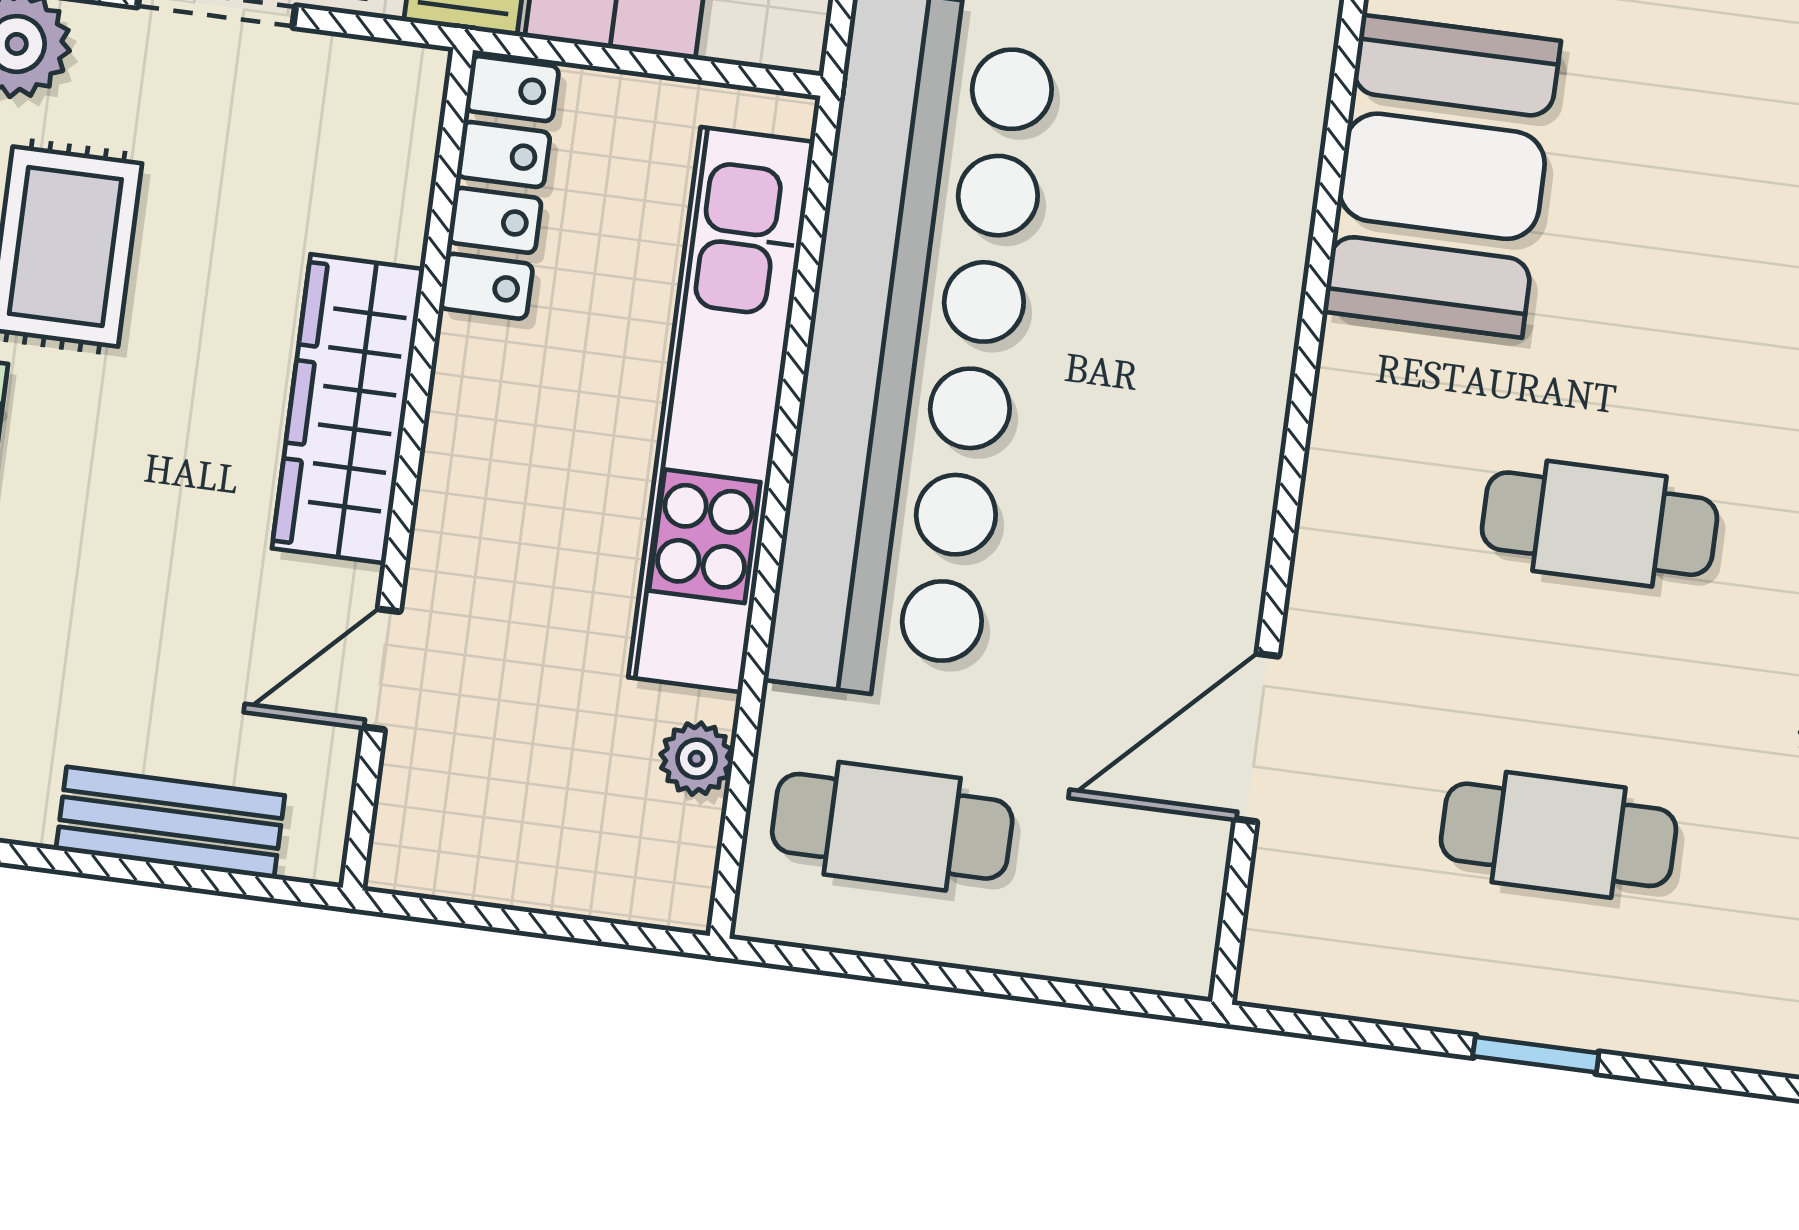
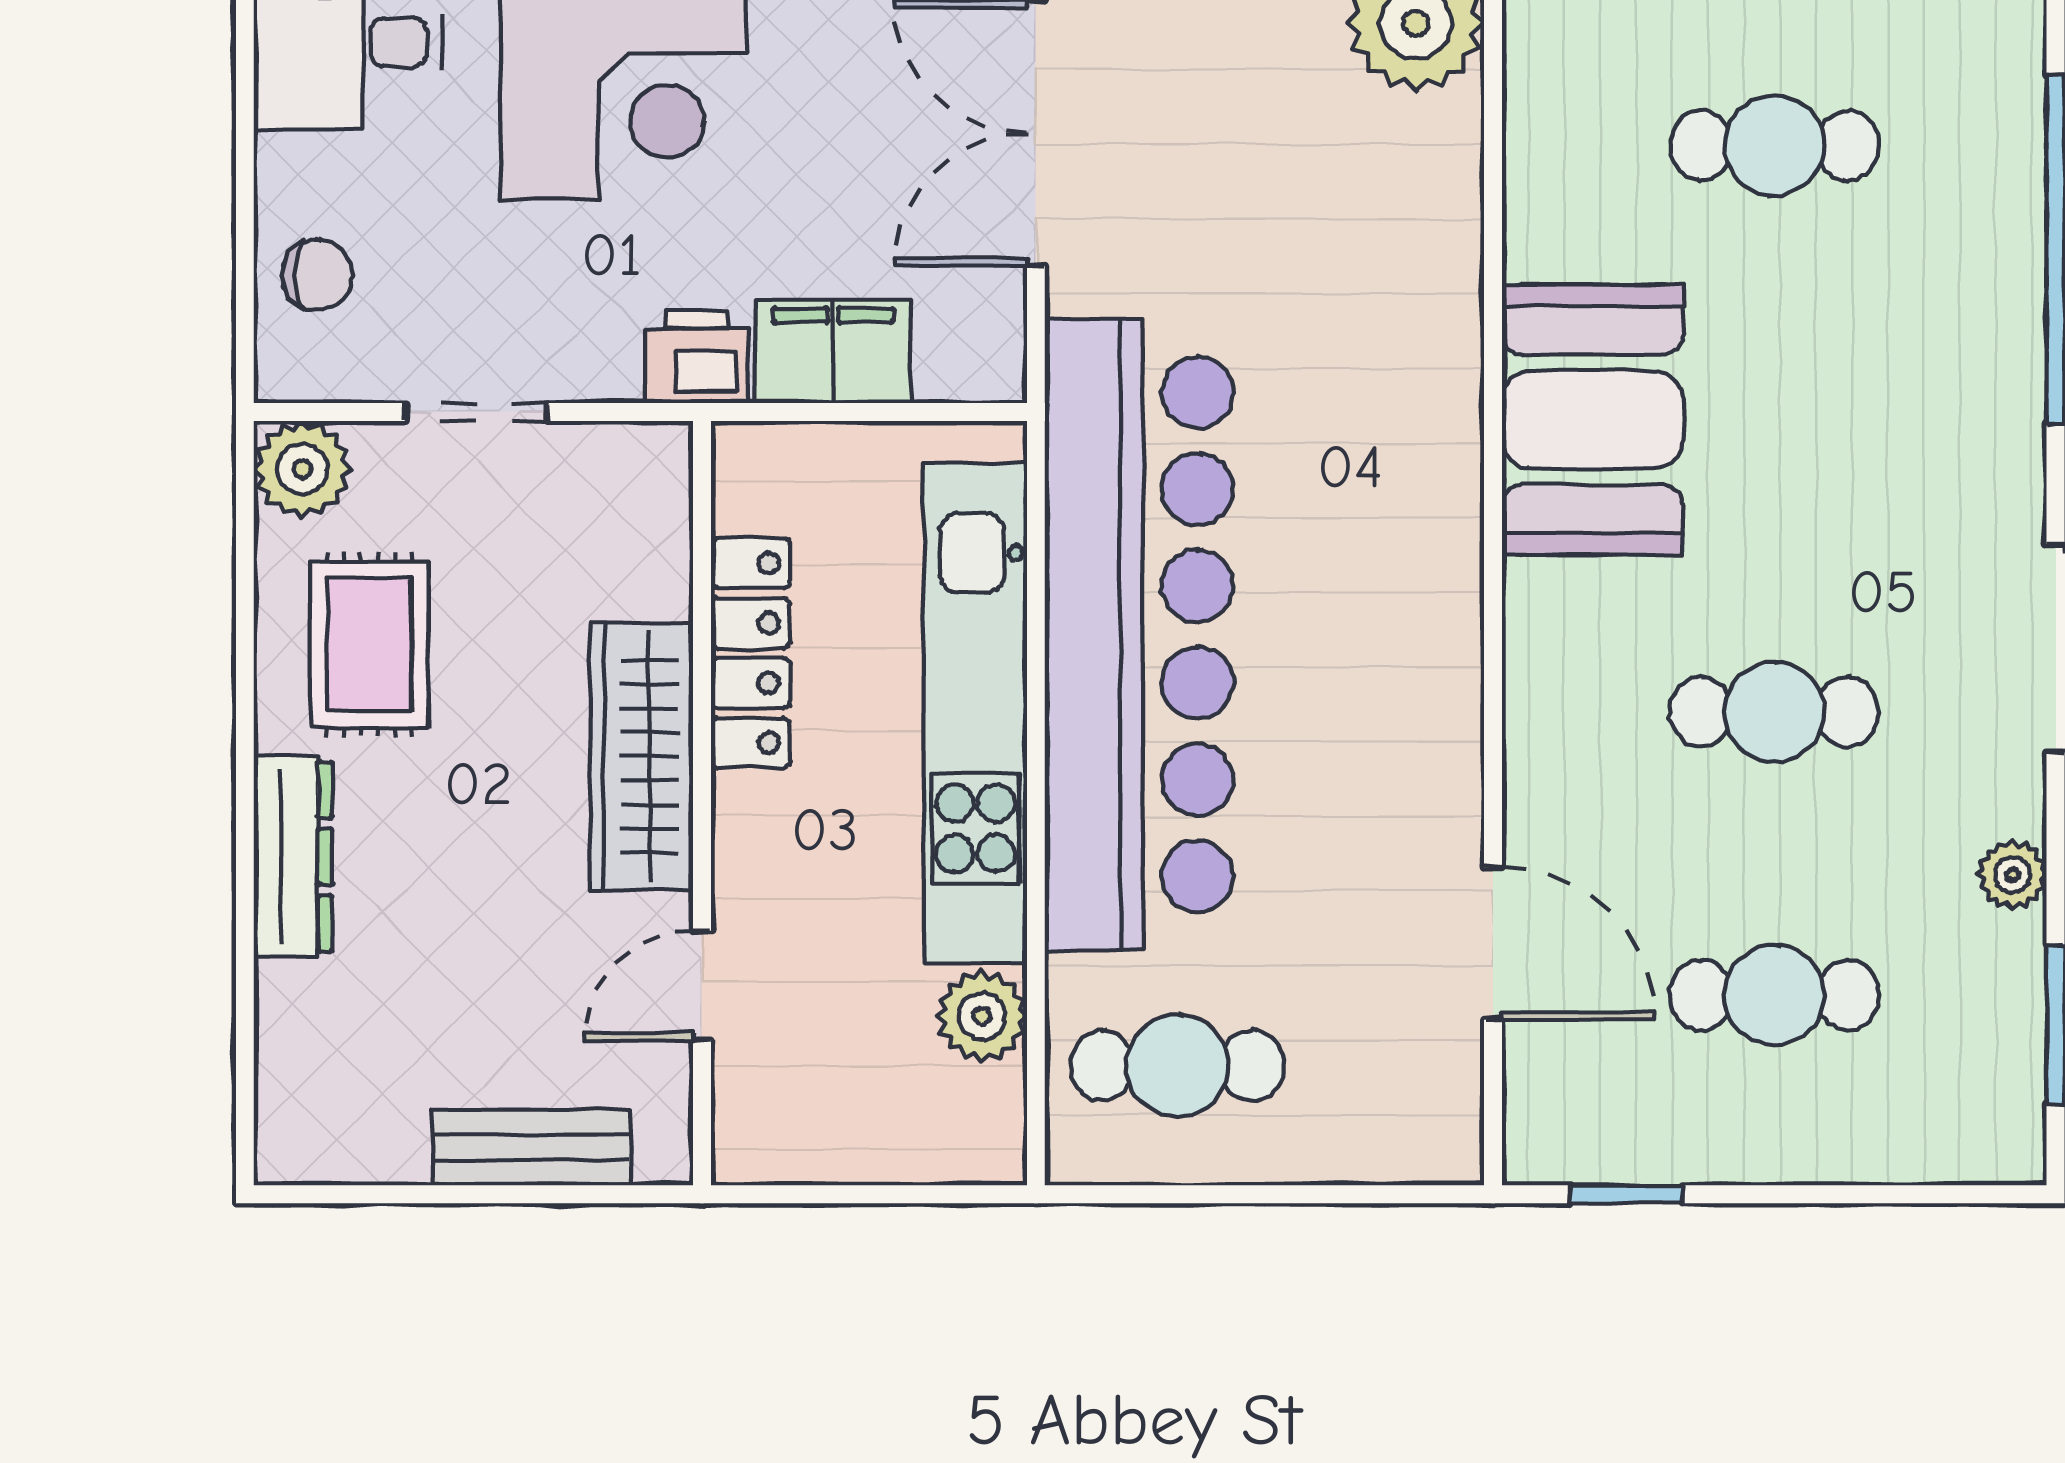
locker: (499, 187) -> (750, 653), moved
door: (1257, 738) -> (1493, 943), swing flipped
plant: (697, 759) -> (982, 1016), width x1.38, depth x1.38
window: (1536, 1055) -> (1626, 1194), moved

